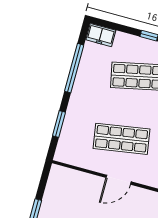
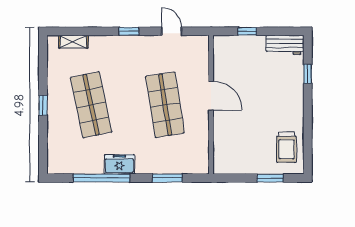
freezer: (101, 35) -> (119, 164), moved, turned -90

